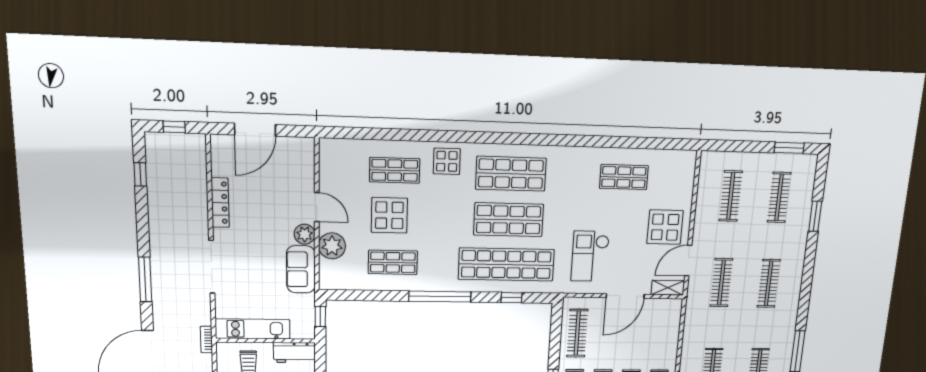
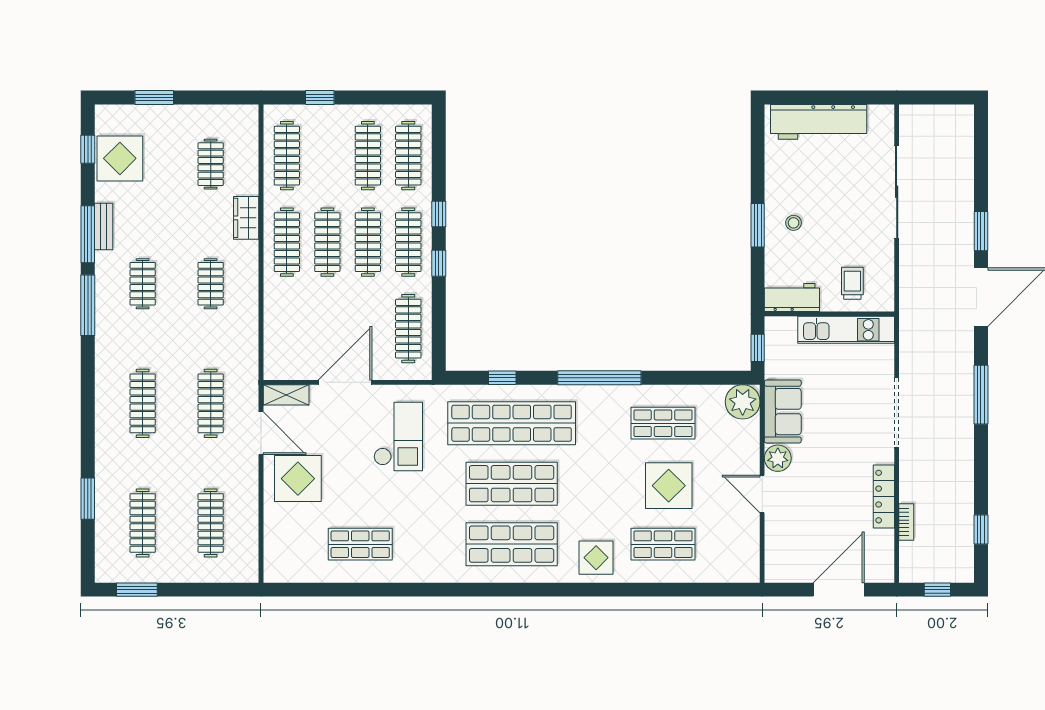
plant: (332, 246) -> (743, 402), moved
door: (688, 261) -> (261, 433), hinge flipped
bookcase: (206, 339) -> (906, 522), moved

